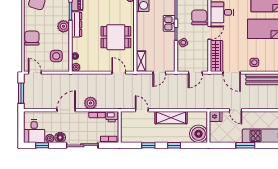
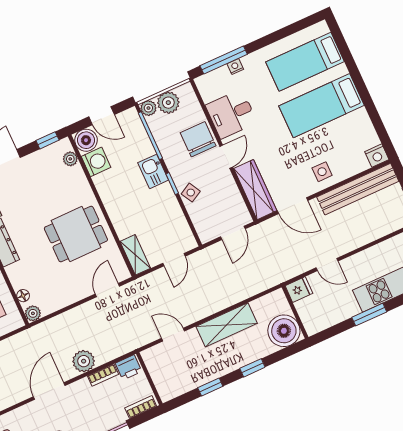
door: (119, 73) -> (107, 290), hinge flipped

